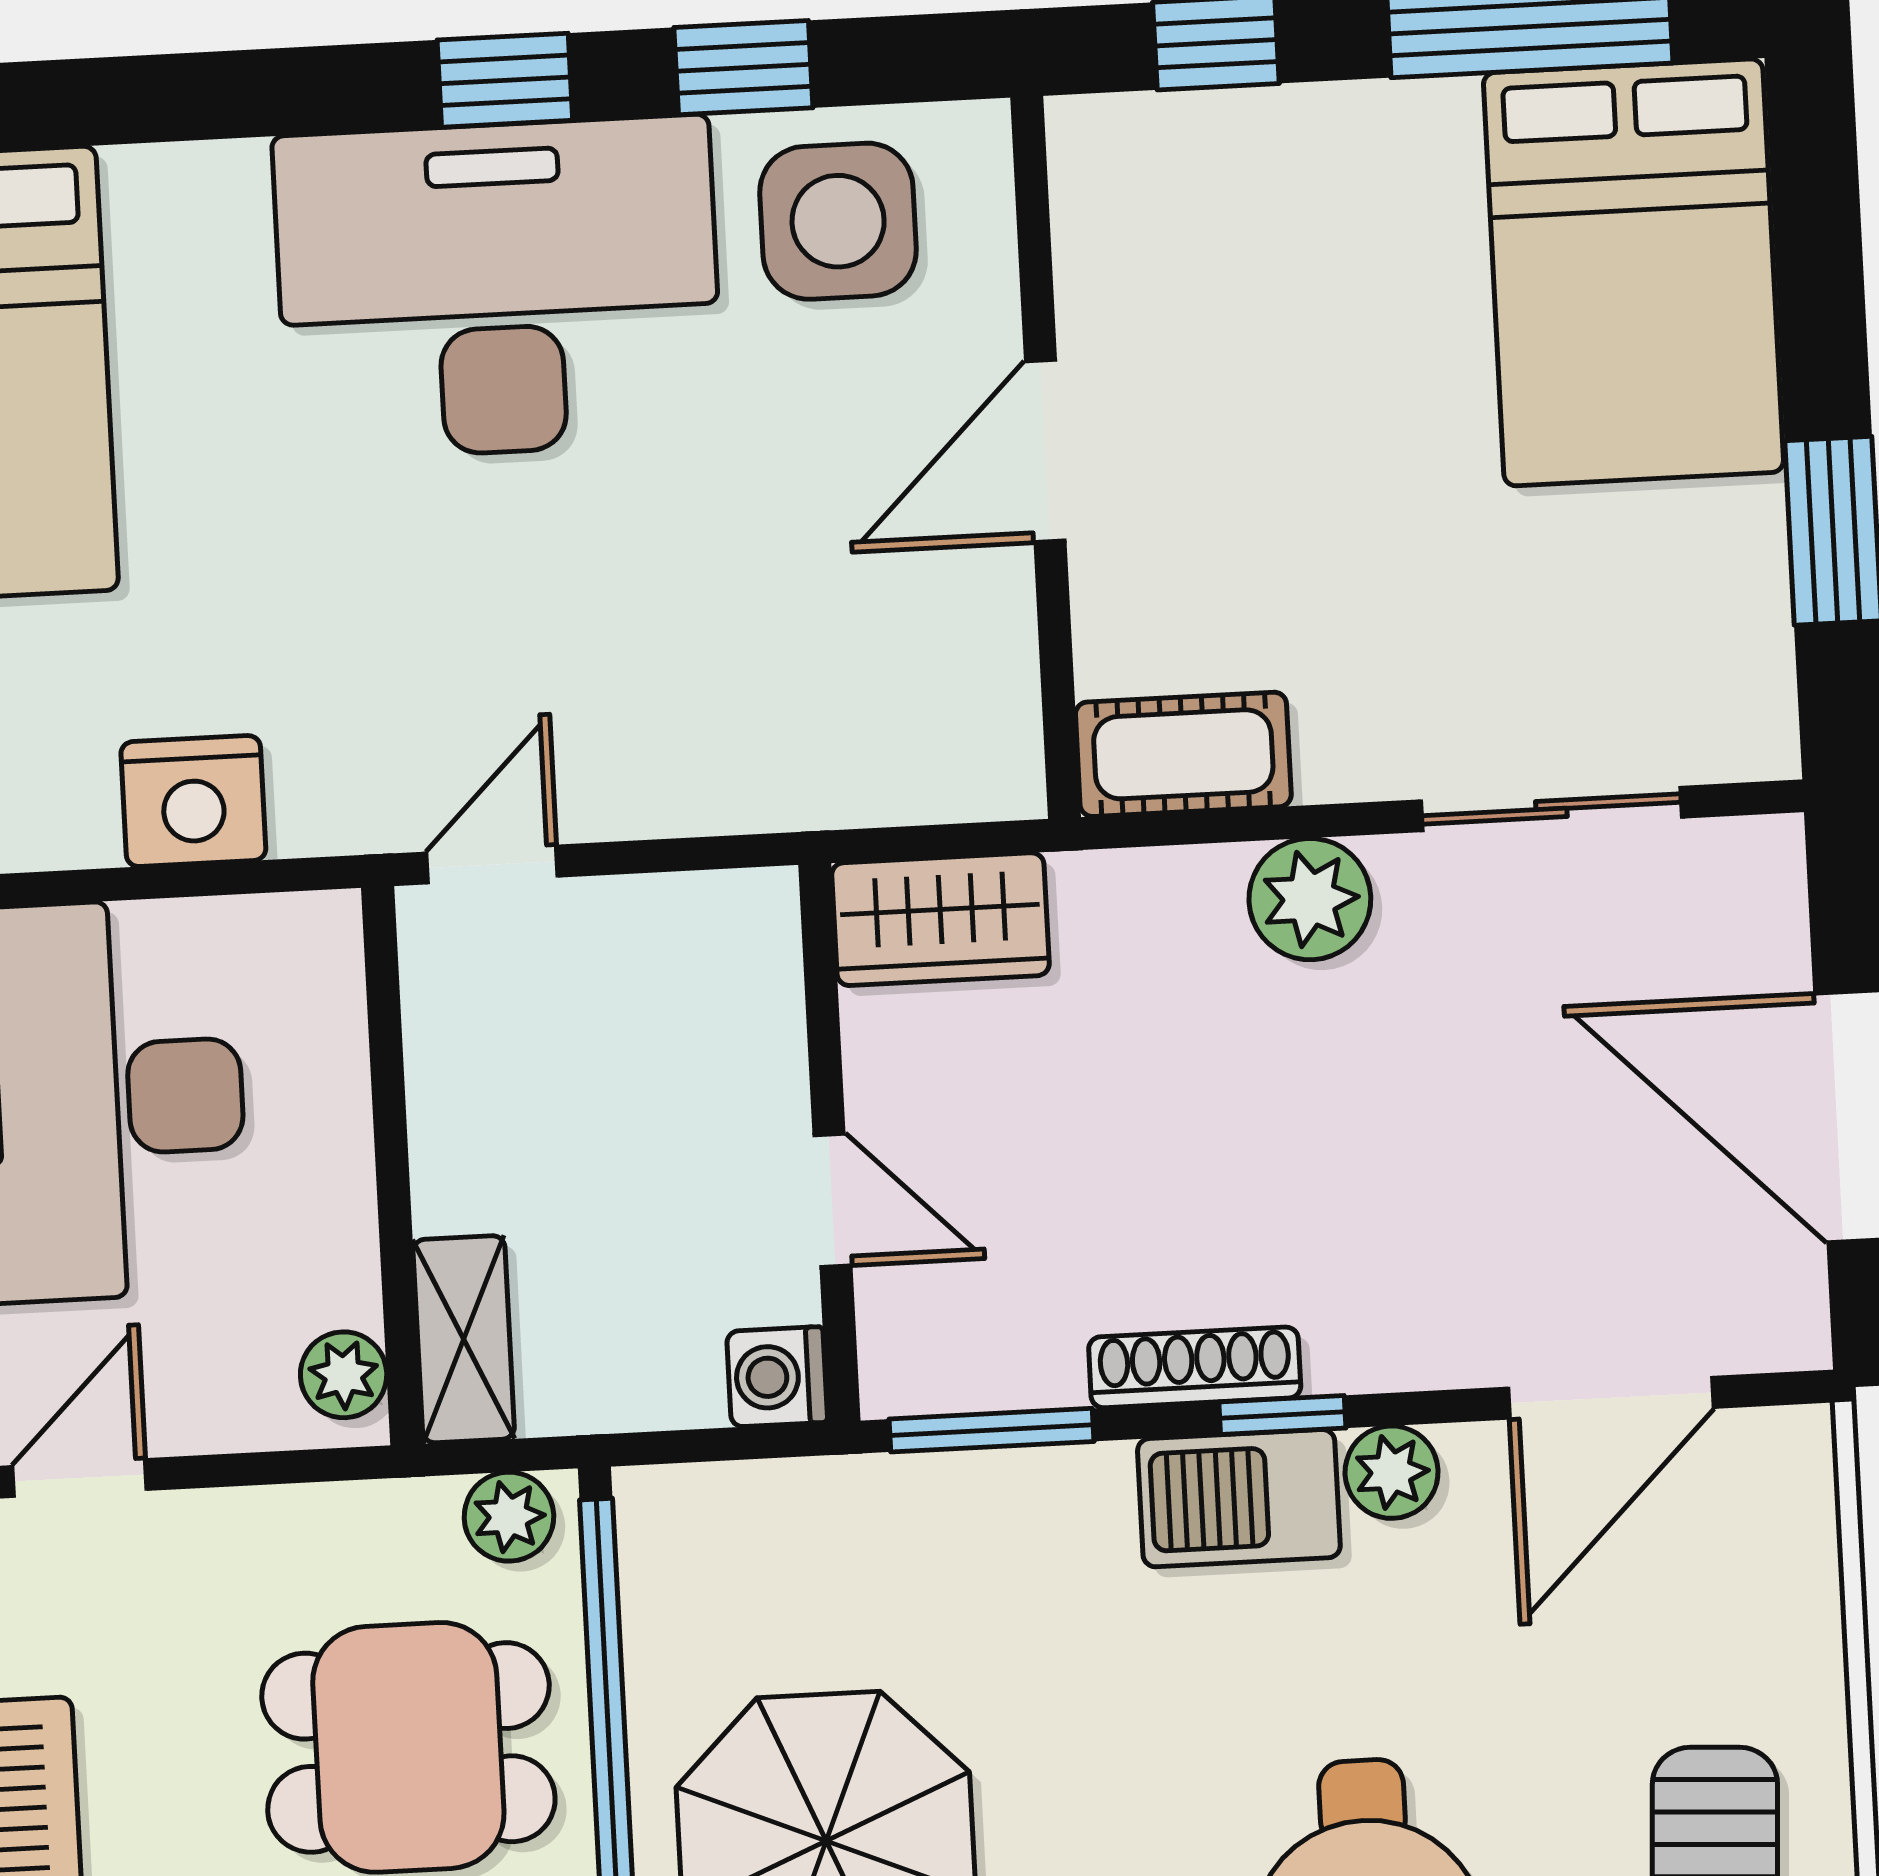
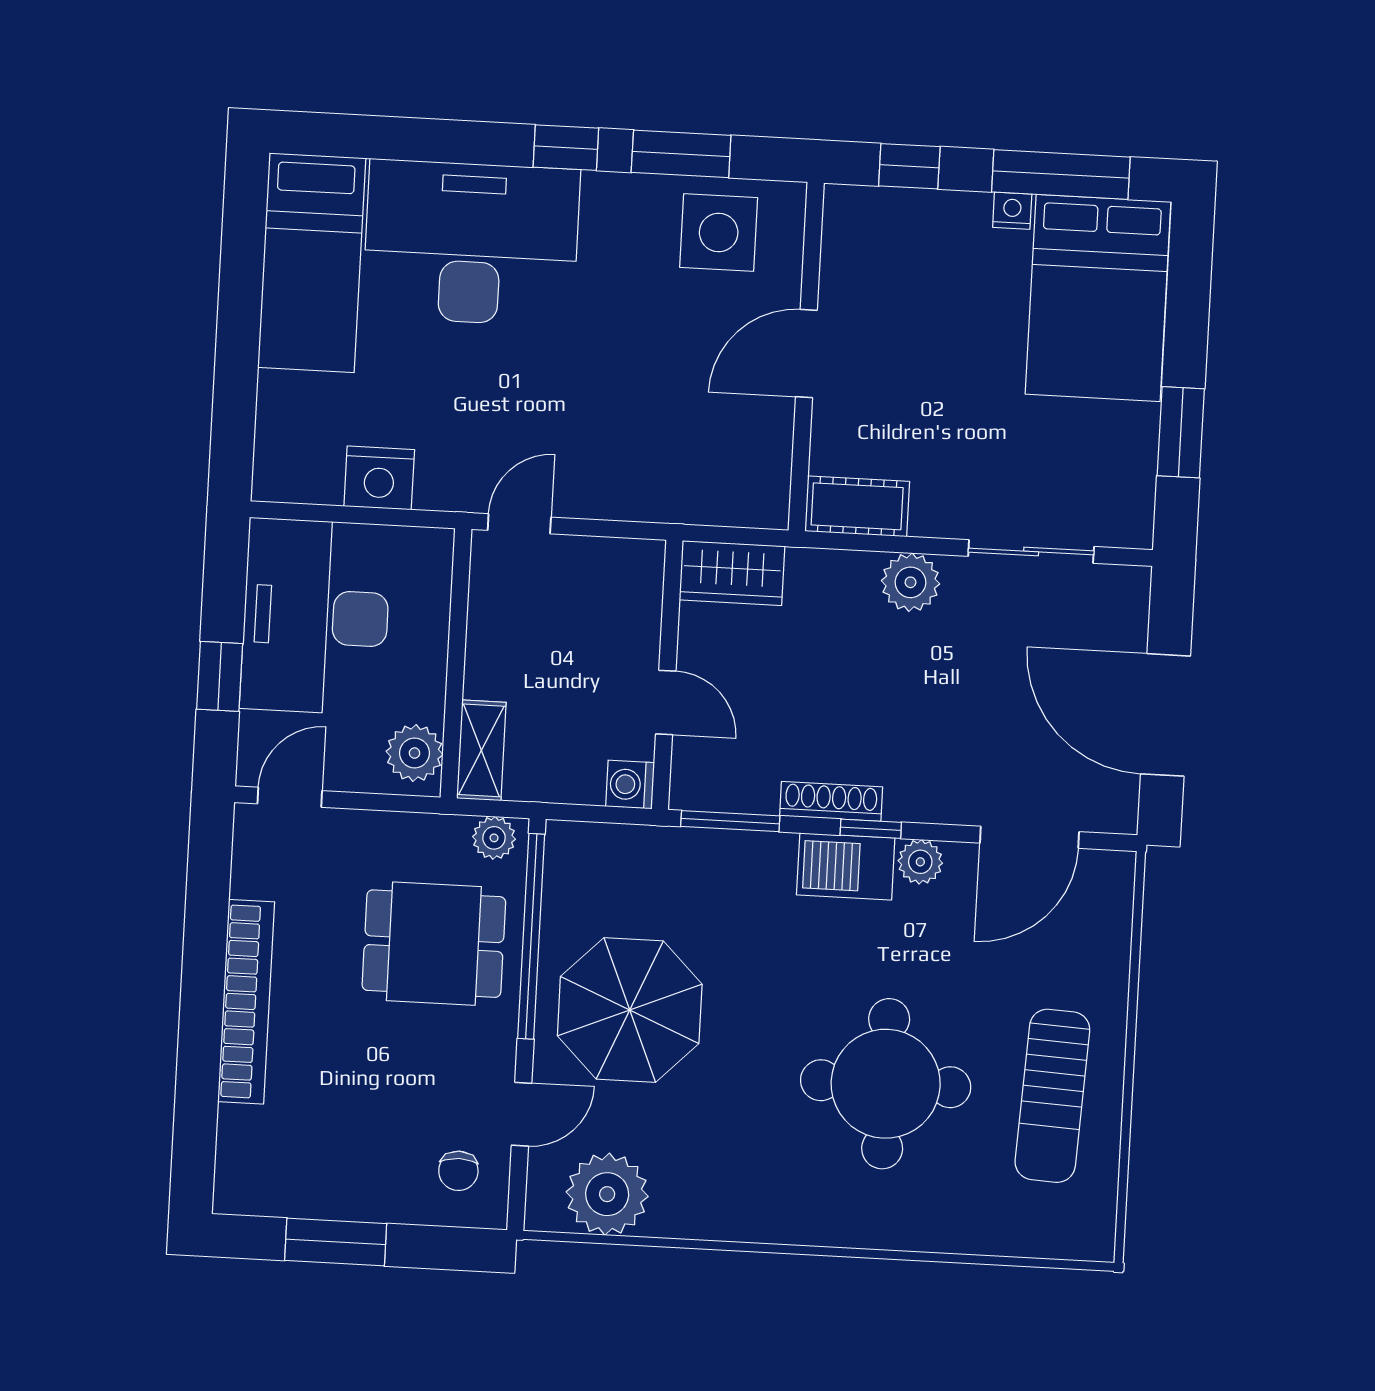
window: (743, 68) -> (681, 154), width x1.50
nightstand: (1437, 112) -> (1012, 211), added
desk: (498, 288) -> (471, 243), moved
plant: (344, 1375) -> (415, 753), width x1.38, depth x1.38

